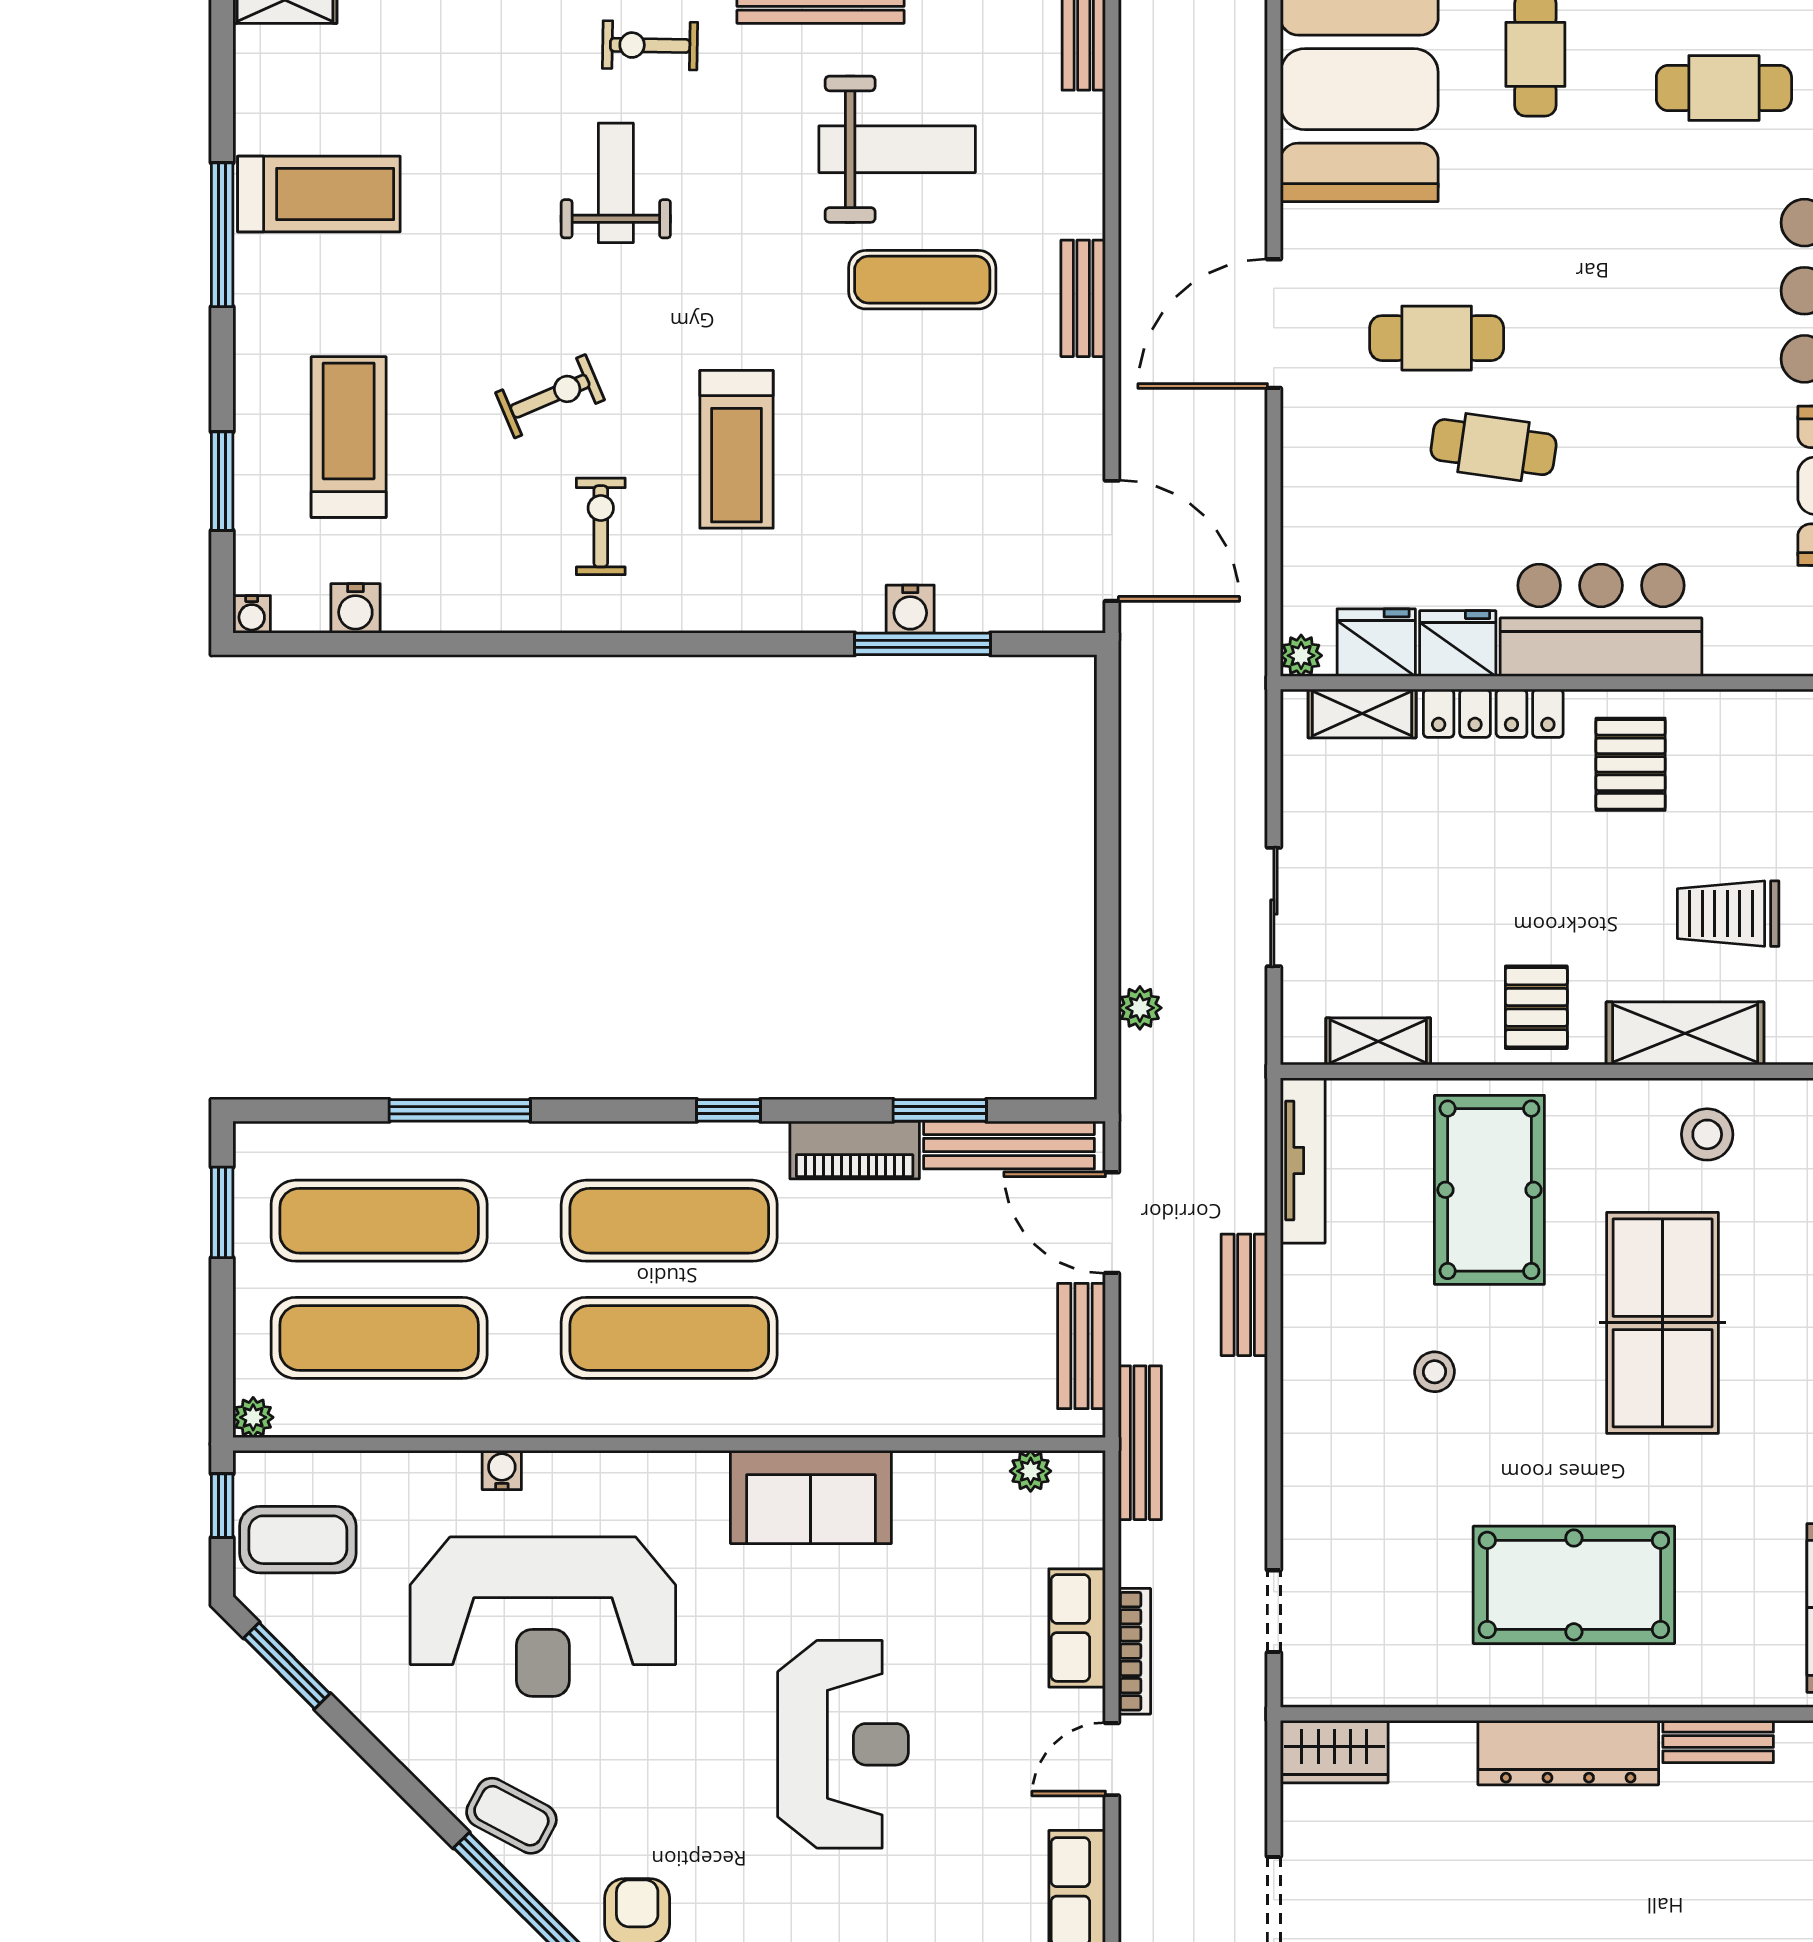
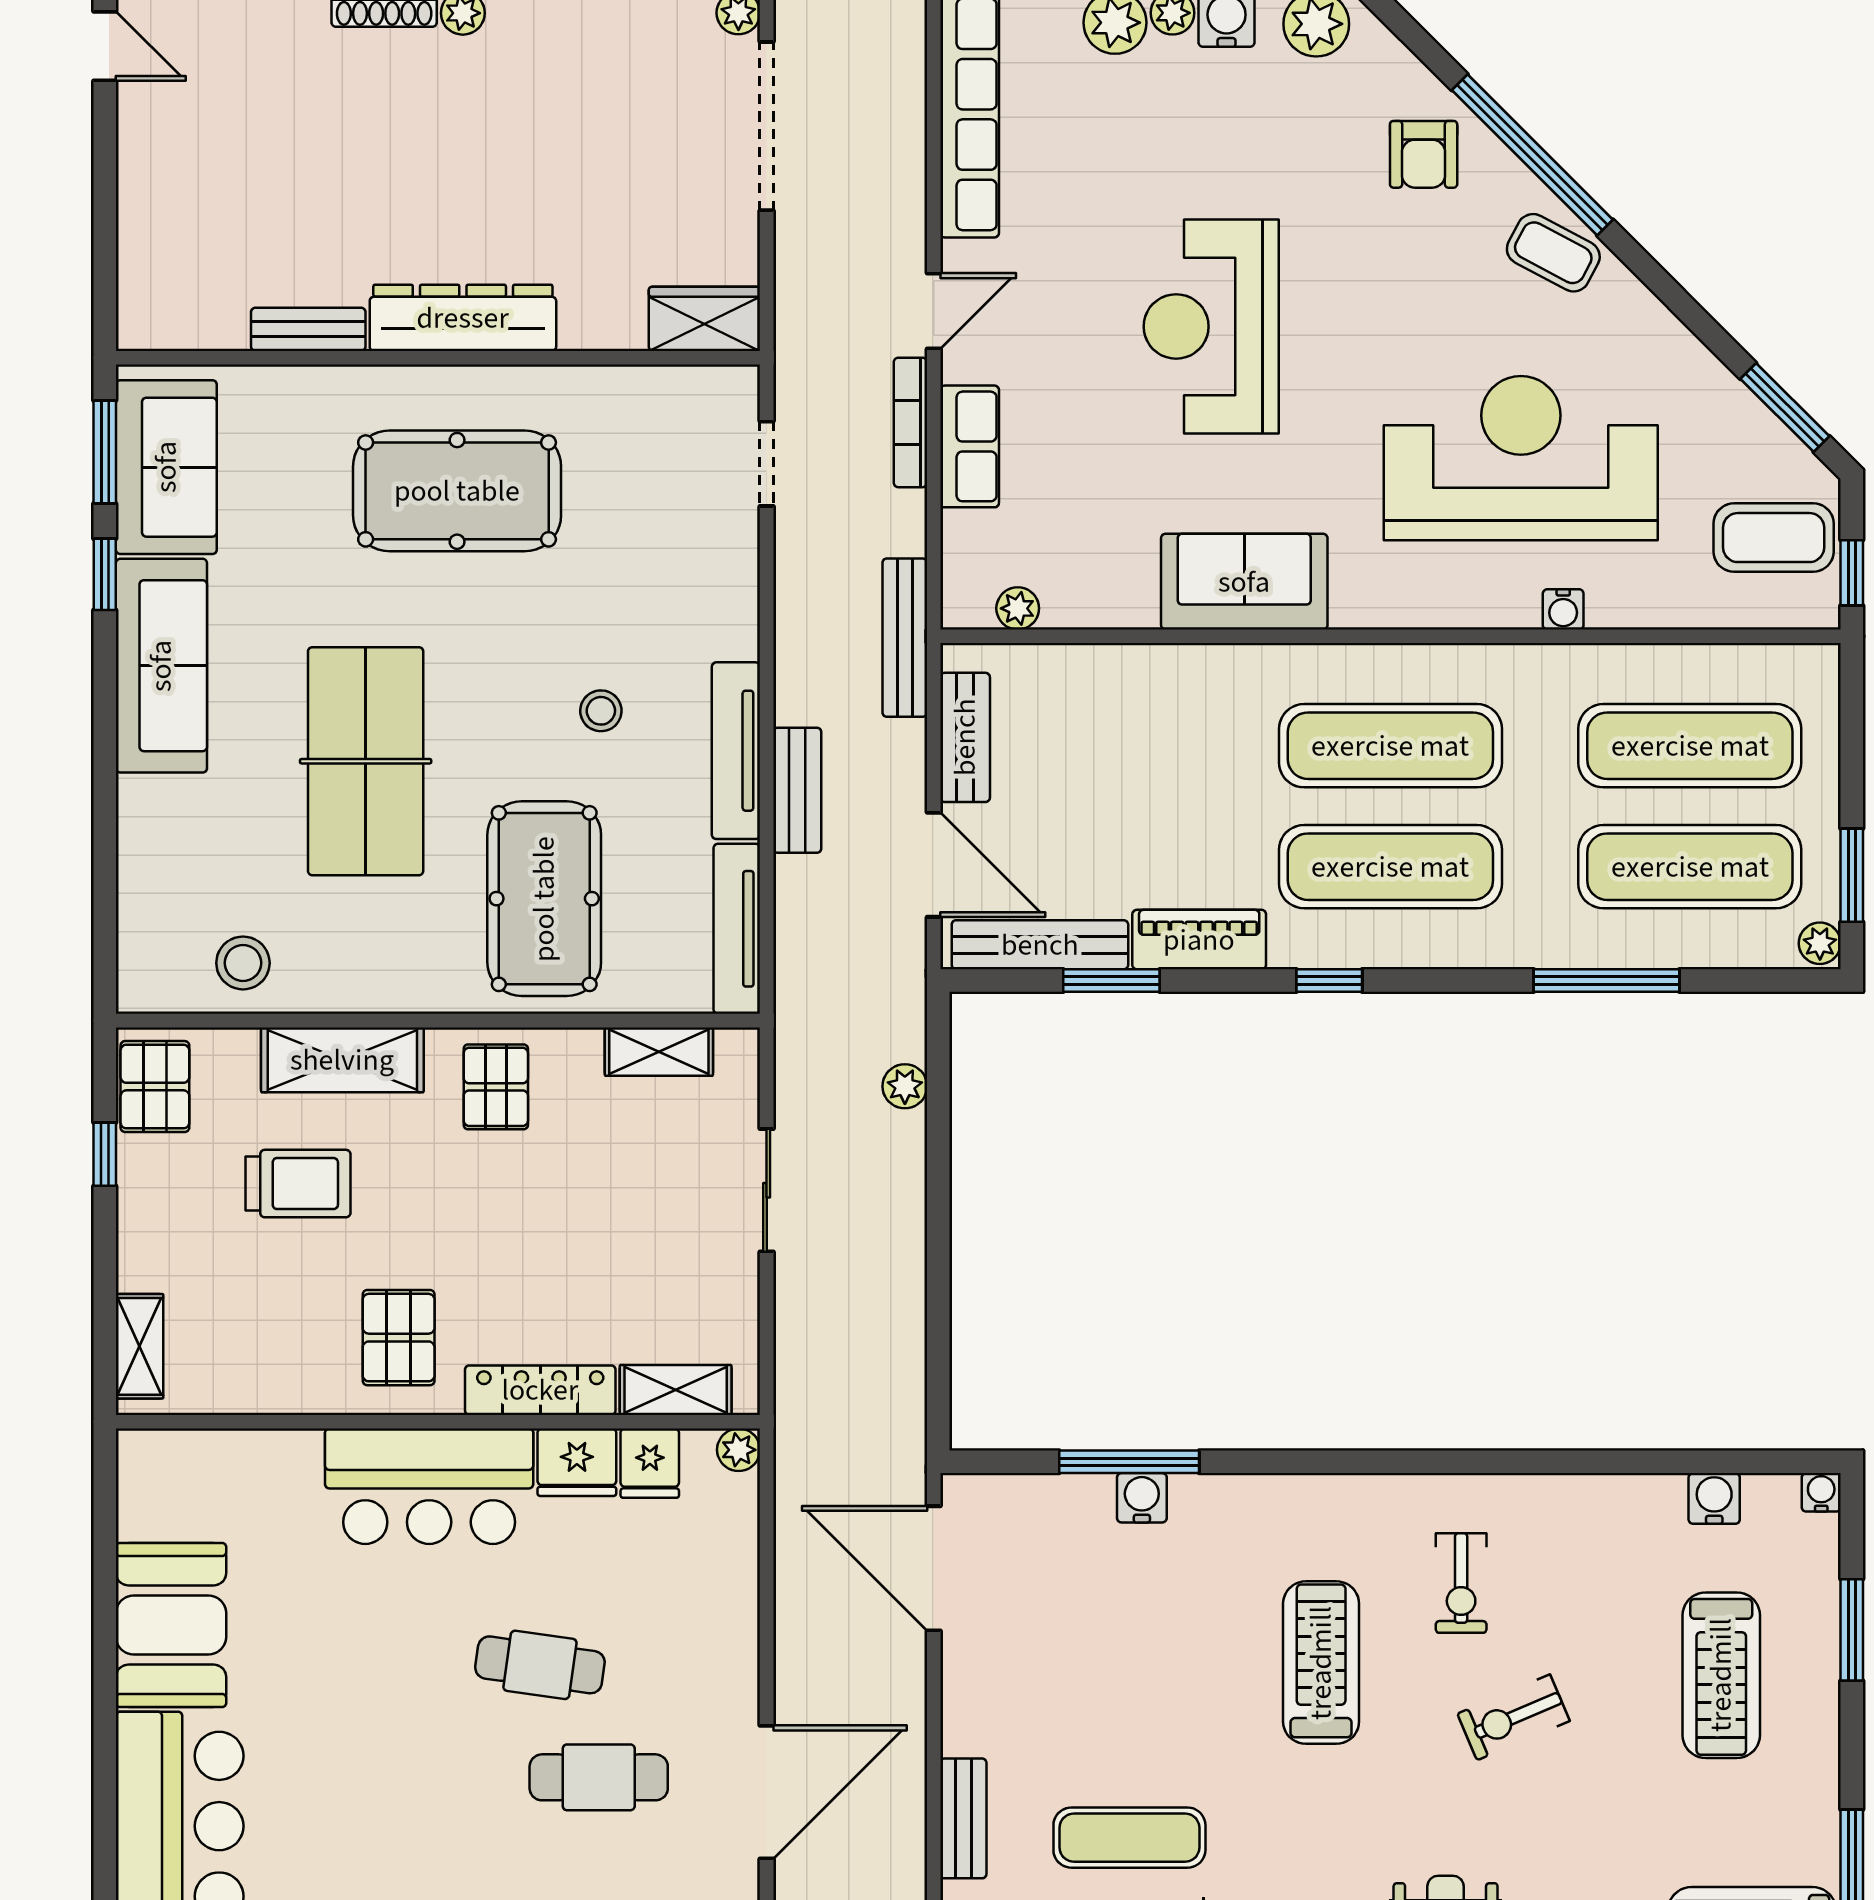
fridge: (1376, 643) -> (650, 1463), width x0.72
stool: (1707, 1134) -> (243, 963), moved
tv unit: (1304, 1333) -> (736, 751), added
plant: (253, 1417) -> (1820, 943), moved

